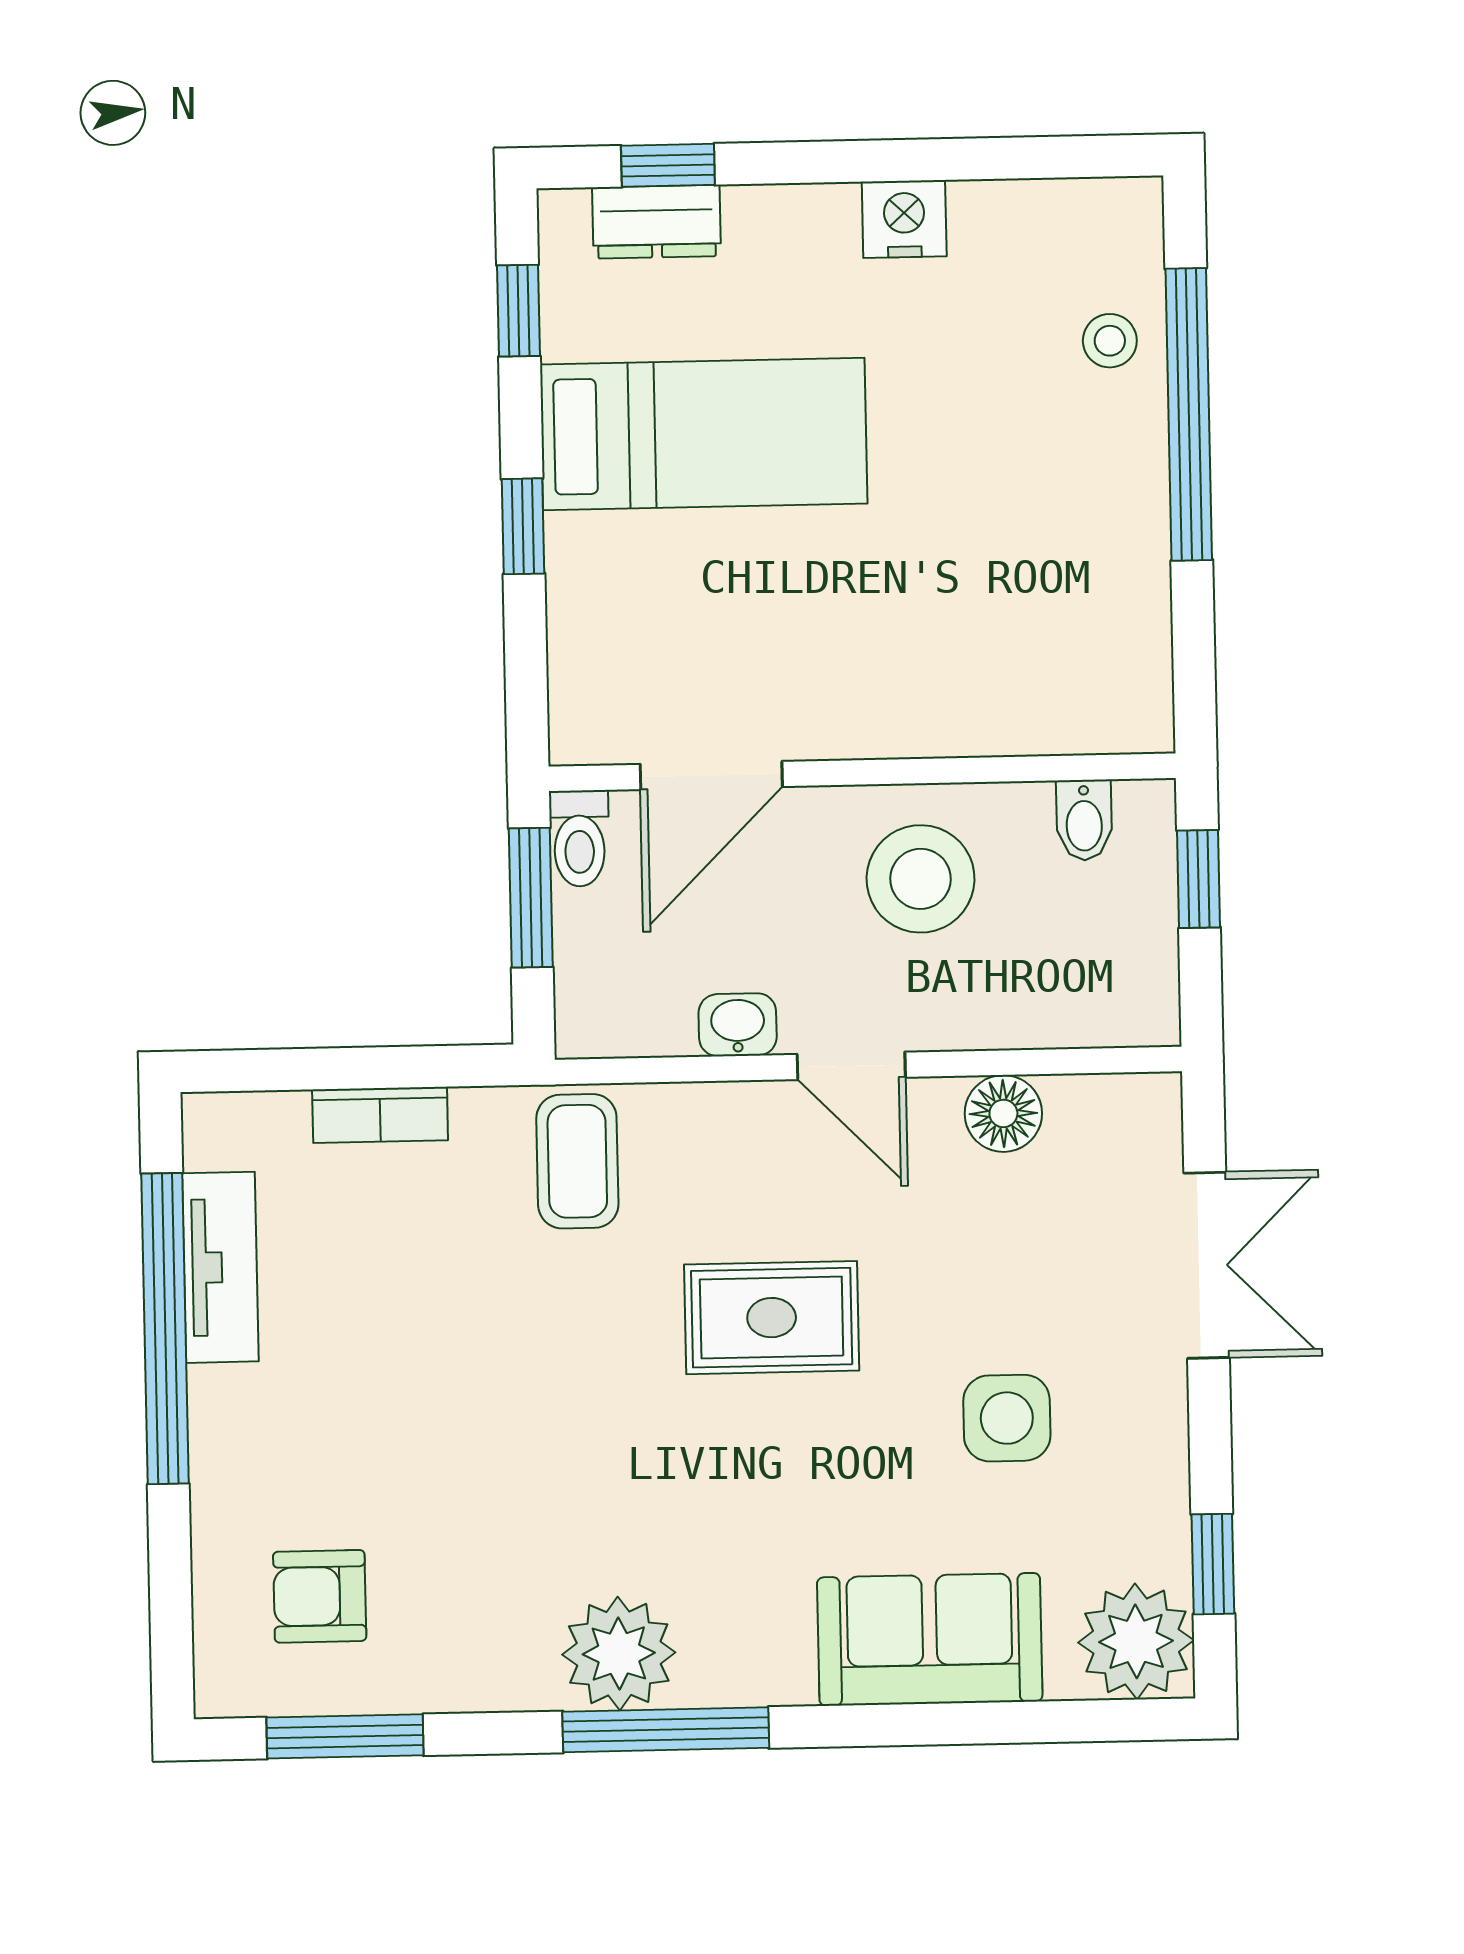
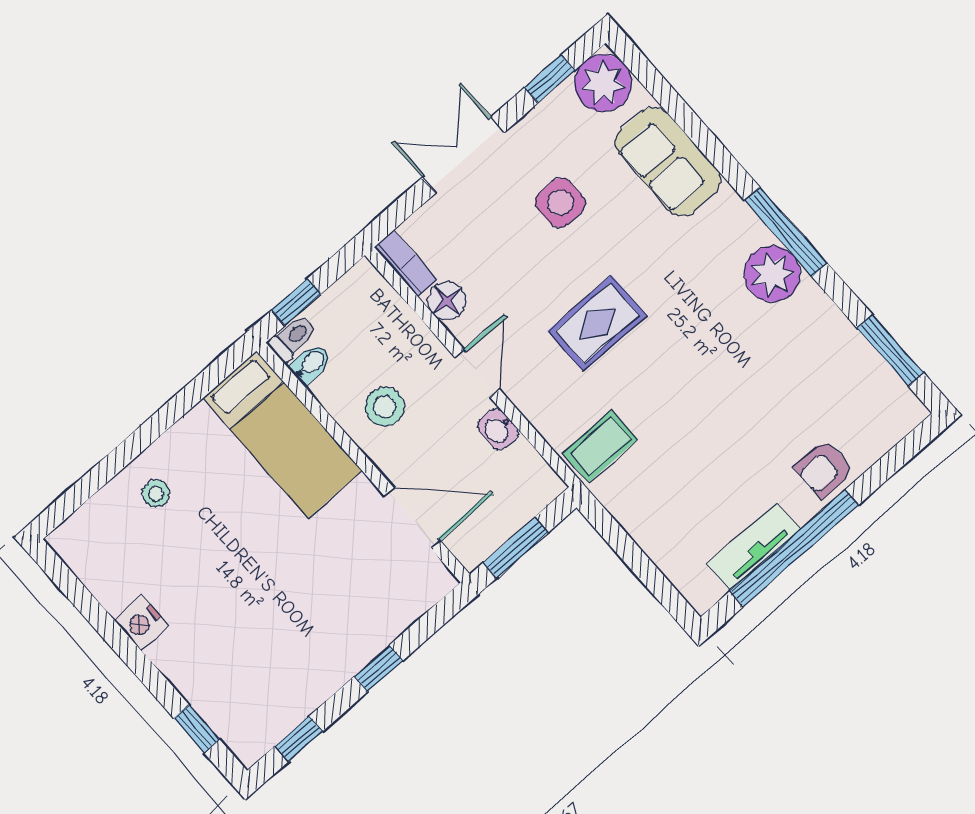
dresser: (656, 222) -> (221, 715), removed
stool: (1110, 341) -> (156, 494), moved
window: (1189, 414) -> (125, 454), removed
bed: (704, 434) -> (282, 434), moved, turned 180
toilet: (579, 838) -> (293, 338), moved
stool: (921, 879) -> (385, 407), width x0.73, depth x0.73
bookcase: (380, 1115) -> (406, 263), moved
double door: (1207, 1265) -> (463, 155), moved
rug: (772, 1318) -> (597, 323), turned 90
armchair: (320, 1596) -> (824, 469), moved, turned 90

